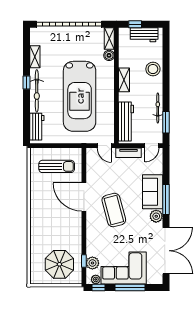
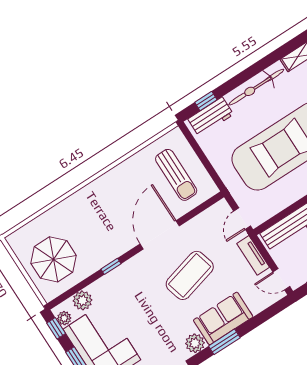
window: (26, 83) -> (206, 101), moved
window: (166, 199) -> (224, 342), width x0.69
coffee table: (114, 210) -> (190, 275), moved
window: (84, 261) -> (111, 266), moved

